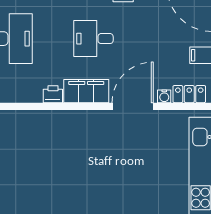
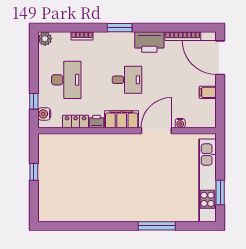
desk: (93, 39) -> (127, 80), turned 180
locker: (189, 94) -> (76, 122), moved

